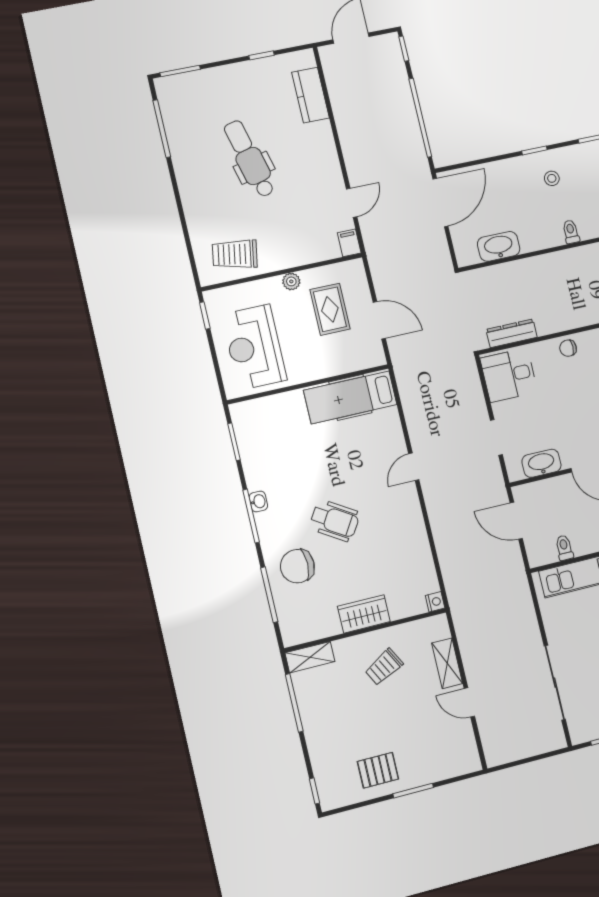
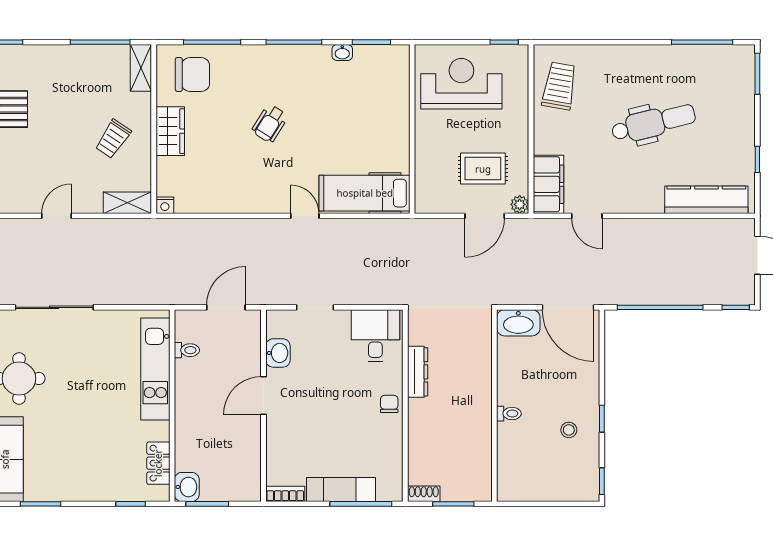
kitchen counter: (310, 95) -> (706, 200), width x1.50
toilet: (571, 232) -> (509, 414), moved
filing cabinet: (349, 243) -> (548, 184), width x3.00, depth x1.17
washbasin: (499, 246) -> (518, 323), moved, turned 90
plant: (291, 281) -> (520, 204), moved
door: (379, 320) -> (485, 216), moved
dresser: (512, 333) -> (418, 372), moved
hospital bed: (350, 397) -> (365, 193), moved, turned -90
washbasin: (541, 463) -> (278, 353), width x0.72
washbasin: (258, 501) -> (342, 53), moved
wheelchair: (335, 521) -> (270, 124), width x0.73, depth x0.73
chair: (297, 566) -> (192, 75), moved, turned 90
shelving: (447, 663) -> (127, 203), moved
trolley: (384, 667) -> (113, 139), turned -118

